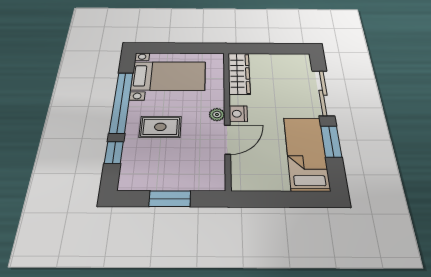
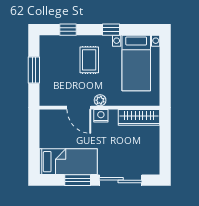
window: (121, 102) -> (111, 30), width x0.32

